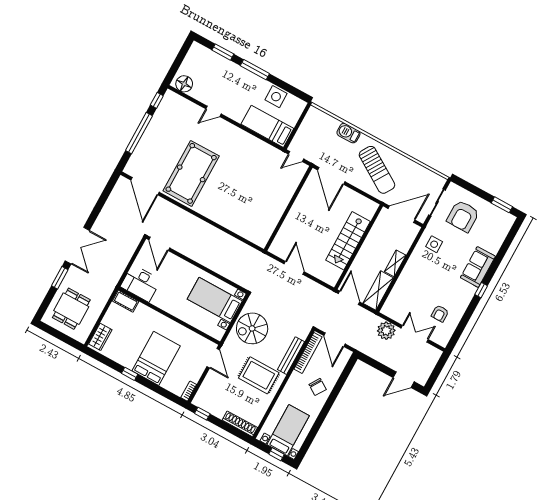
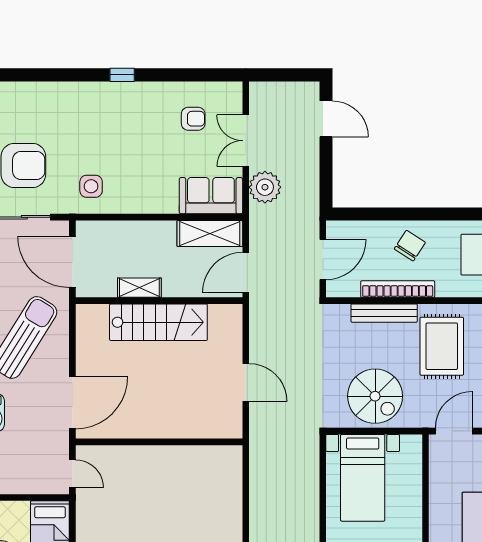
shelving: (395, 263) -> (139, 288), moved
sofa: (478, 267) -> (211, 196), moved, turned 180
door: (294, 268) -> (246, 382), swing flipped
bookcase: (308, 353) -> (398, 289), moved

